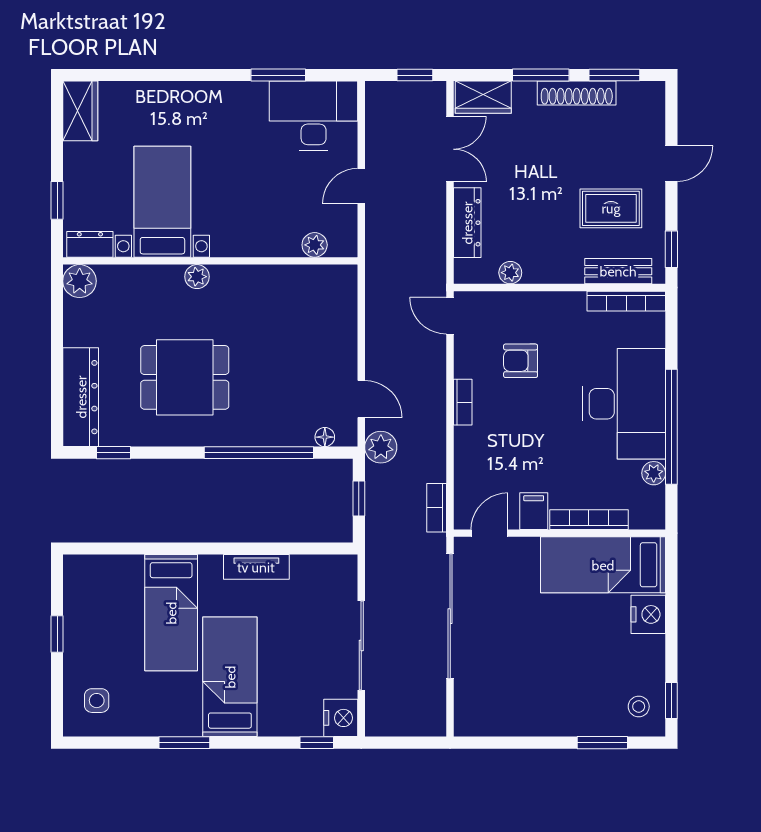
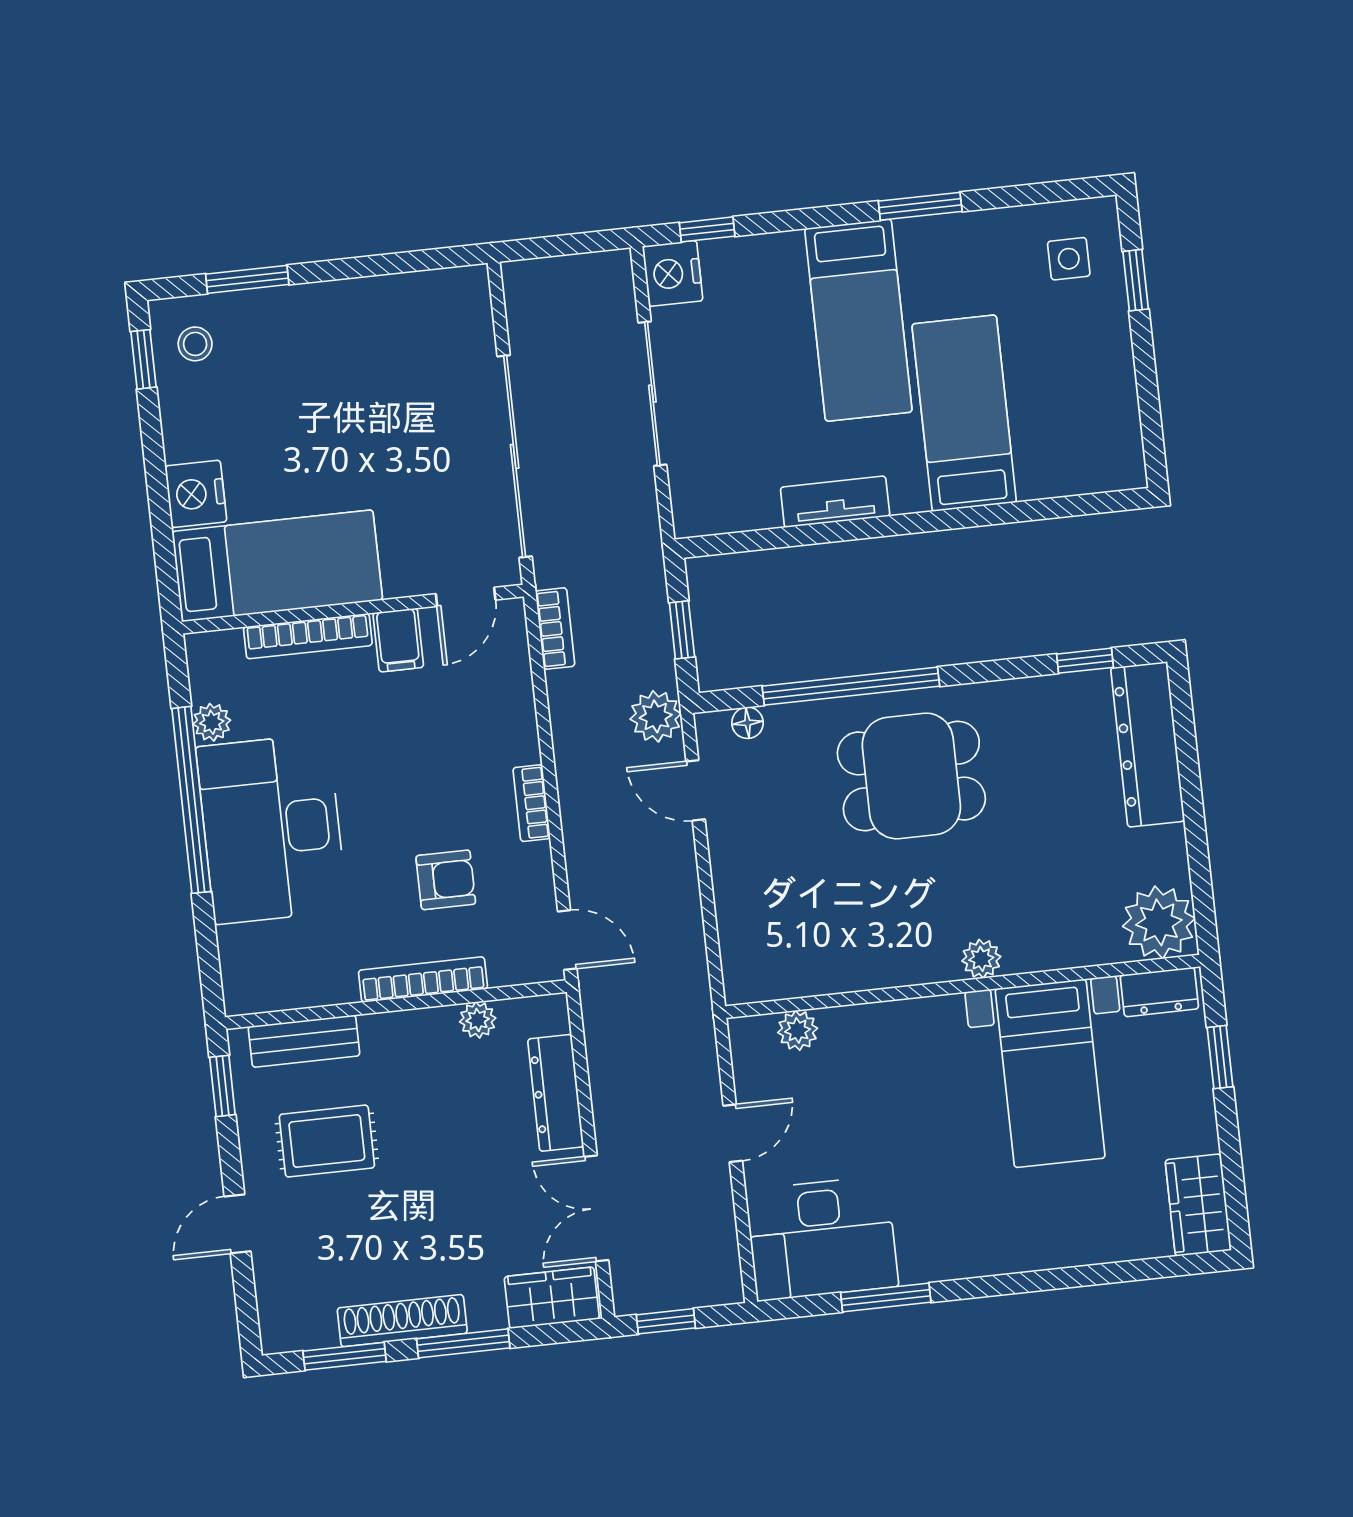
plant: (80, 281) -> (1159, 922), width x1.36, depth x1.36
bookcase: (626, 301) -> (423, 980), moved
dining table: (185, 377) -> (911, 776), moved
window: (57, 634) -> (1136, 280), moved

